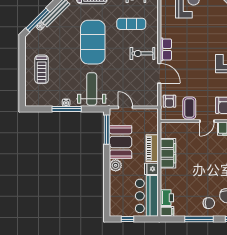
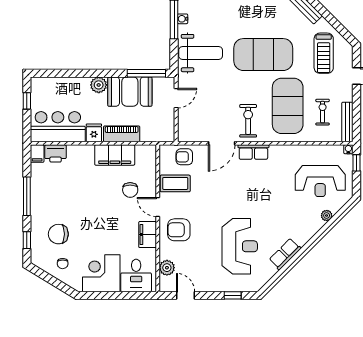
exercise mat: (131, 24) -> (288, 106), width x2.00, depth x1.45
chair: (209, 203) -> (130, 190), moved

